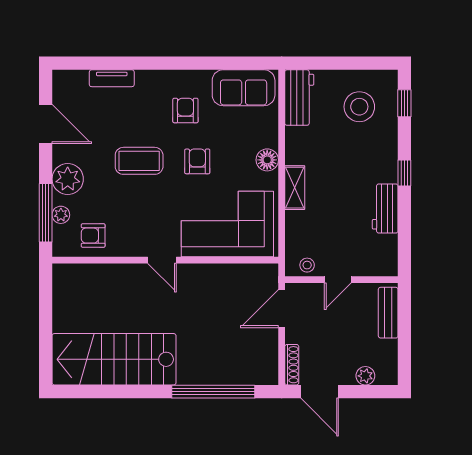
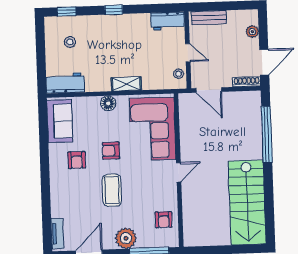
tv unit: (112, 78) -> (57, 234), moved
stool: (359, 107) -> (70, 42), width x0.53, depth x0.53
armchair: (185, 111) -> (77, 160), turned -90
workbench: (385, 209) -> (168, 21), moved
plant: (61, 215) -> (150, 242), removed

